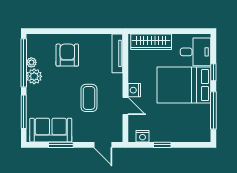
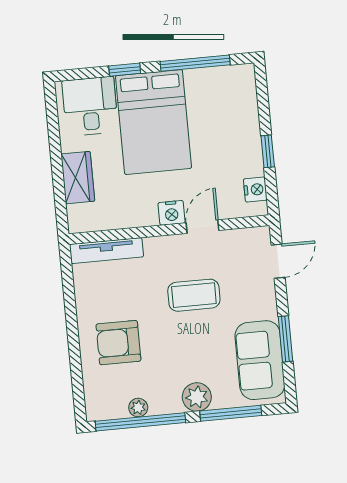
wardrobe: (151, 42) -> (78, 178), width x0.67
plant: (34, 76) -> (197, 397), moved

